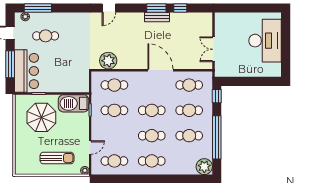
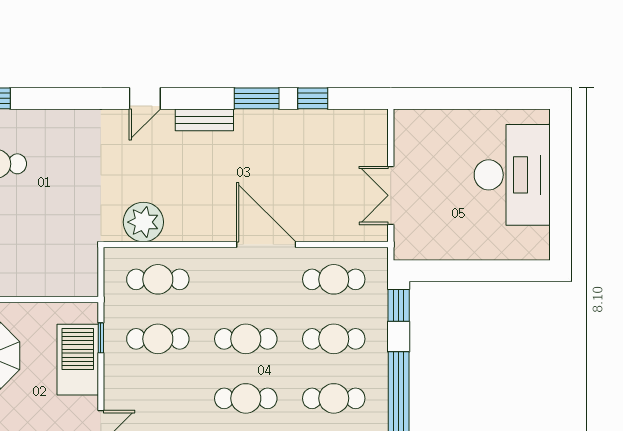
bench: (157, 17) -> (204, 120), moved
barbecue: (74, 103) -> (78, 360), moved, turned 90

